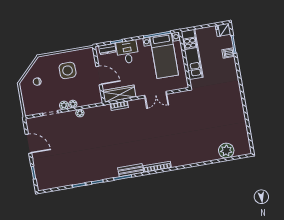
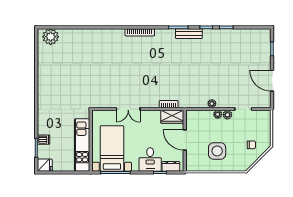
wardrobe: (119, 94) -> (172, 117), width x0.67
double door: (156, 95) -> (128, 109), swing flipped
plant: (226, 151) -> (51, 37), moved
bench: (131, 170) -> (189, 34), moved

